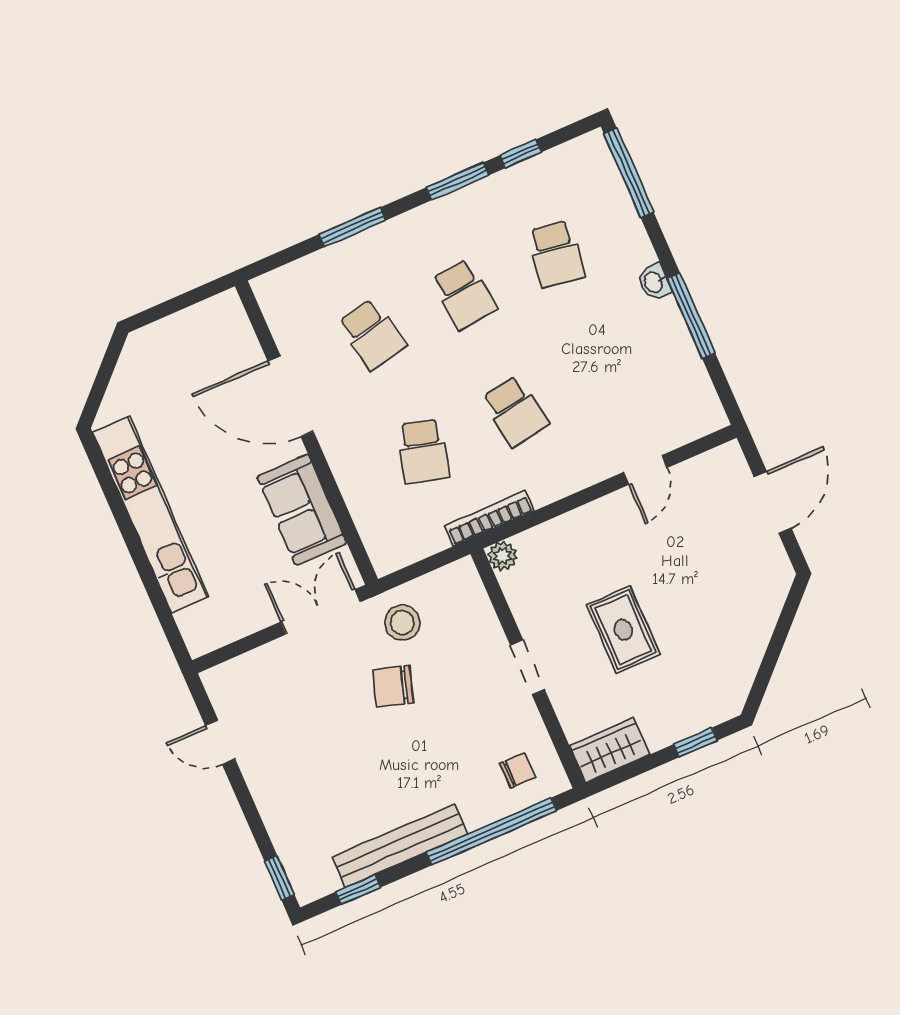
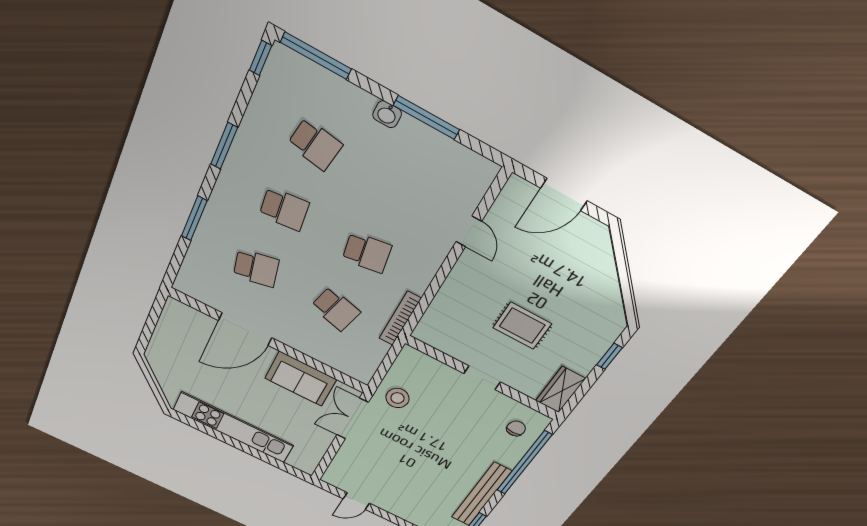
window: (521, 154) -> (260, 58), moved
door: (773, 502) -> (564, 194), swing flipped
plant: (502, 556) -> (423, 333), removed
chair: (393, 686) -> (418, 429), removed

